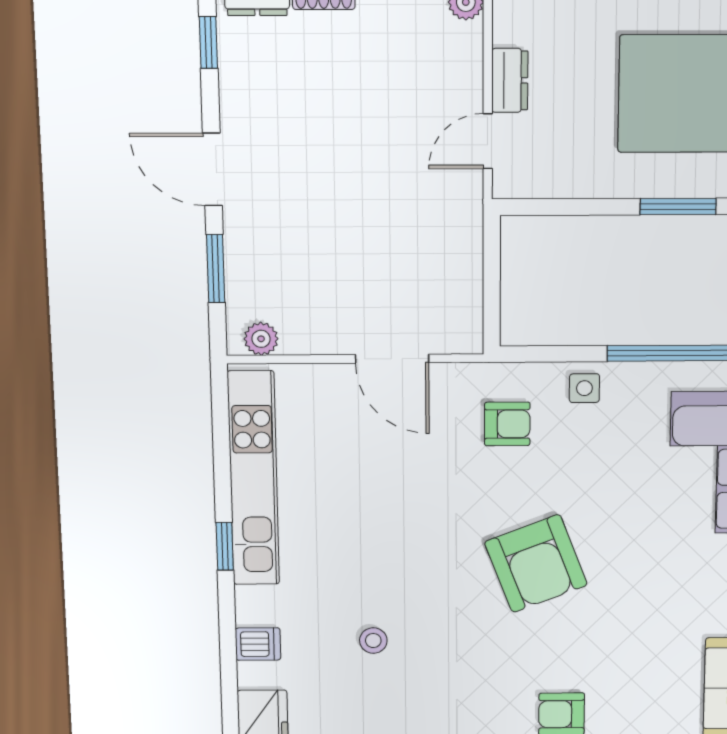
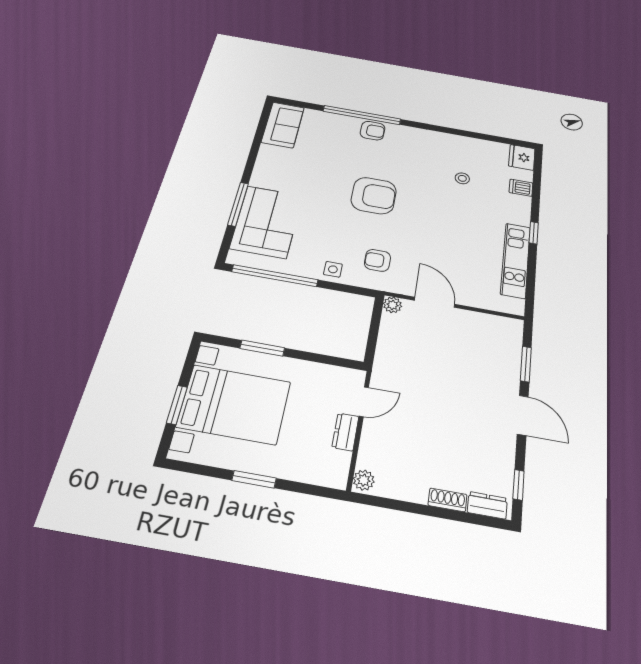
plant: (261, 339) -> (393, 305), moved
kitchen unit: (253, 479) -> (516, 260), width x0.73
armchair: (536, 564) -> (374, 196), turned 111

